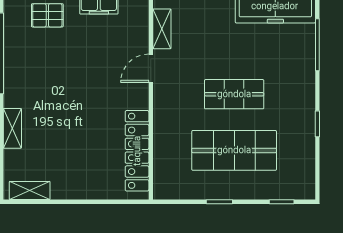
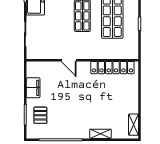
shelving: (162, 29) -> (48, 54), removed

